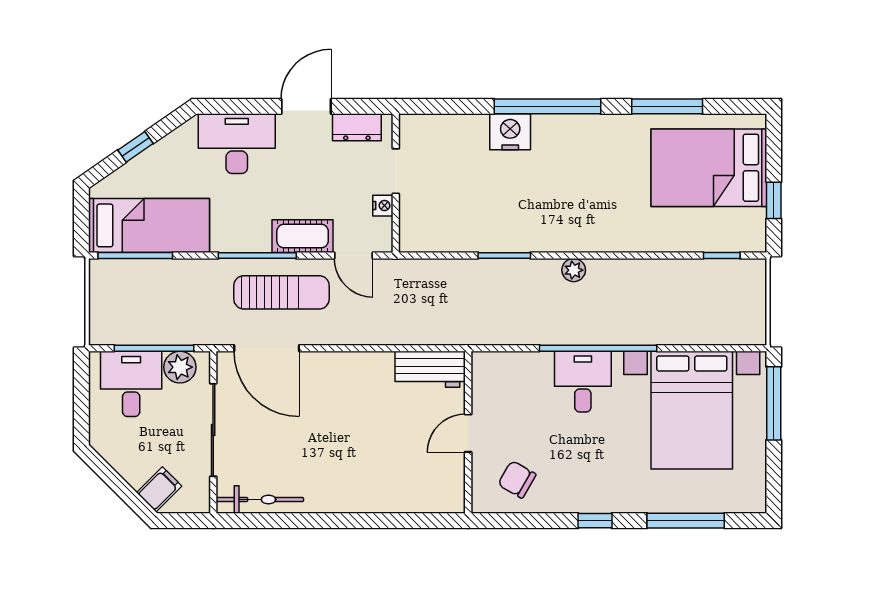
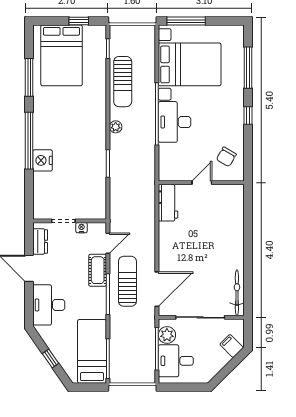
sun lounger: (659, 283) -> (123, 82), added
desk: (583, 382) -> (175, 122), width x1.37
door: (468, 433) -> (202, 183), swing flipped

